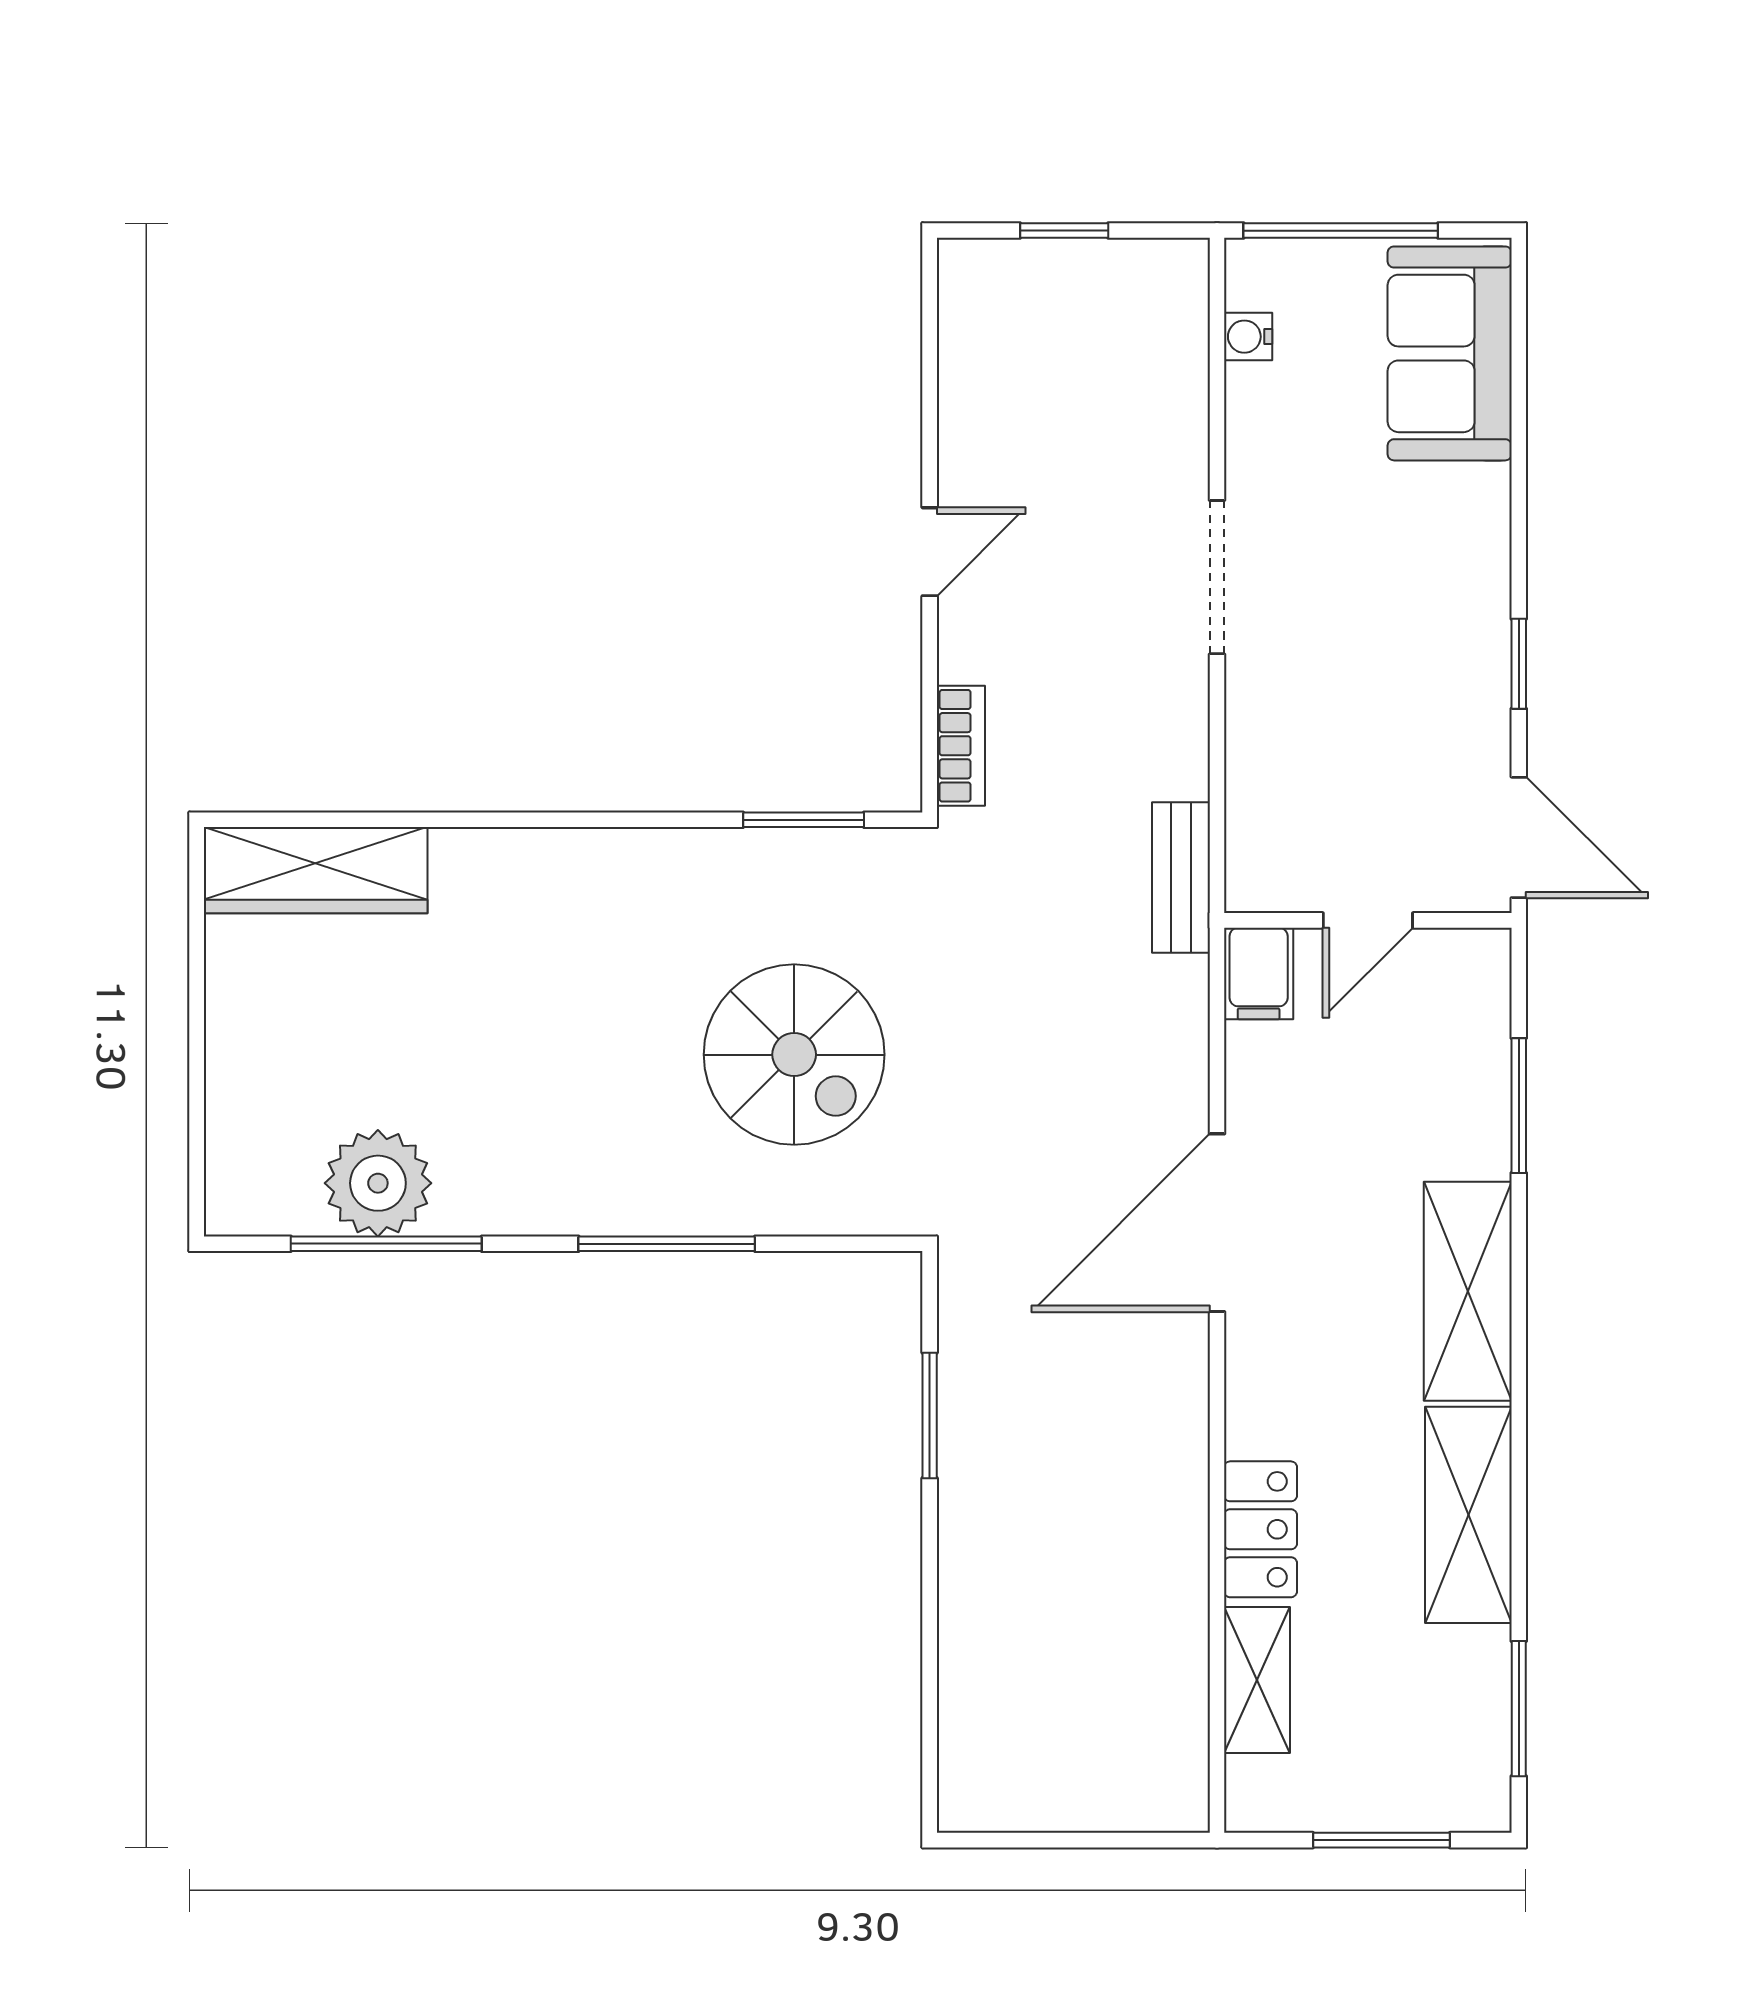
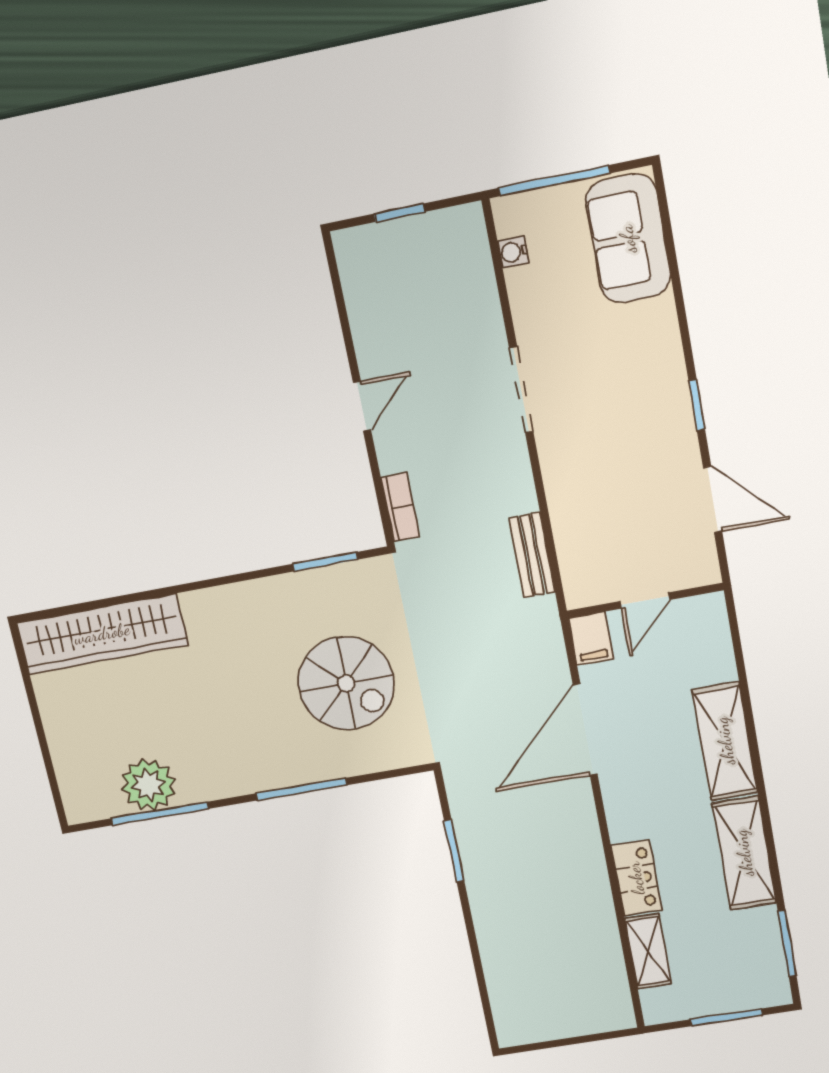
wardrobe: (316, 870) -> (102, 634), width x1.40, depth x1.17
door: (1368, 920) -> (645, 601), moved
wall: (1368, 920) -> (645, 601), moved
filing cabinet: (1259, 973) -> (591, 639), moved
window: (1519, 1106) -> (736, 641), removed

